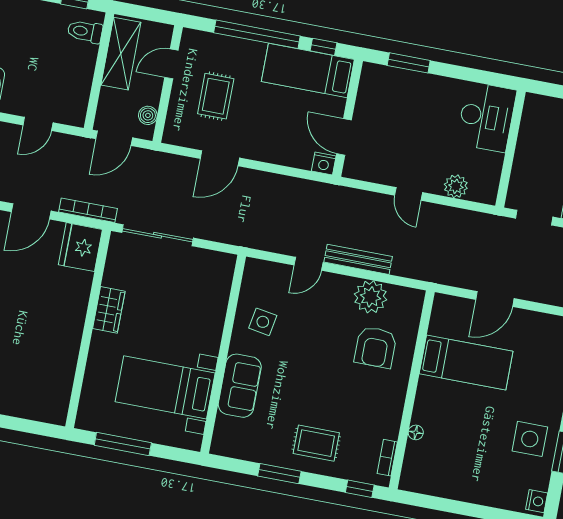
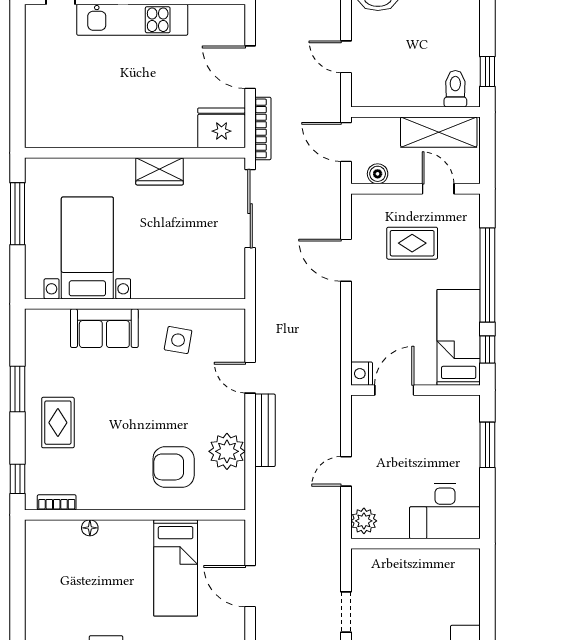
desk: (486, 117) -> (445, 511), moved
wall: (511, 149) -> (416, 544), moved

